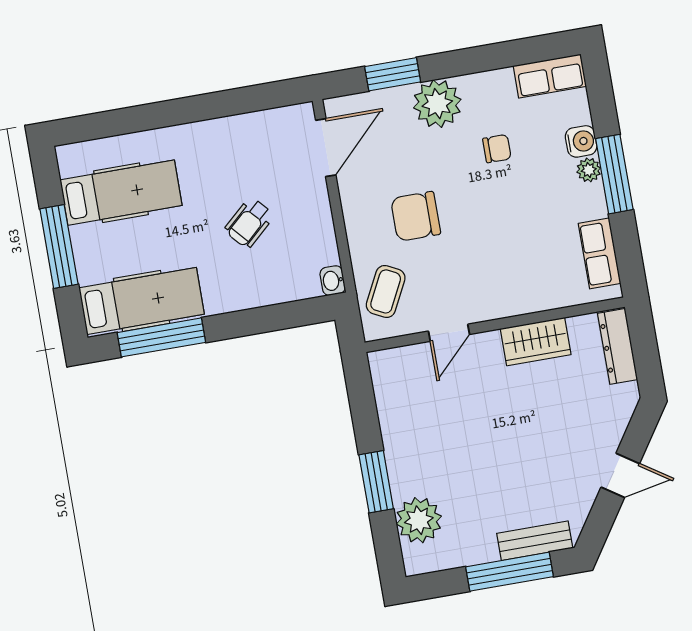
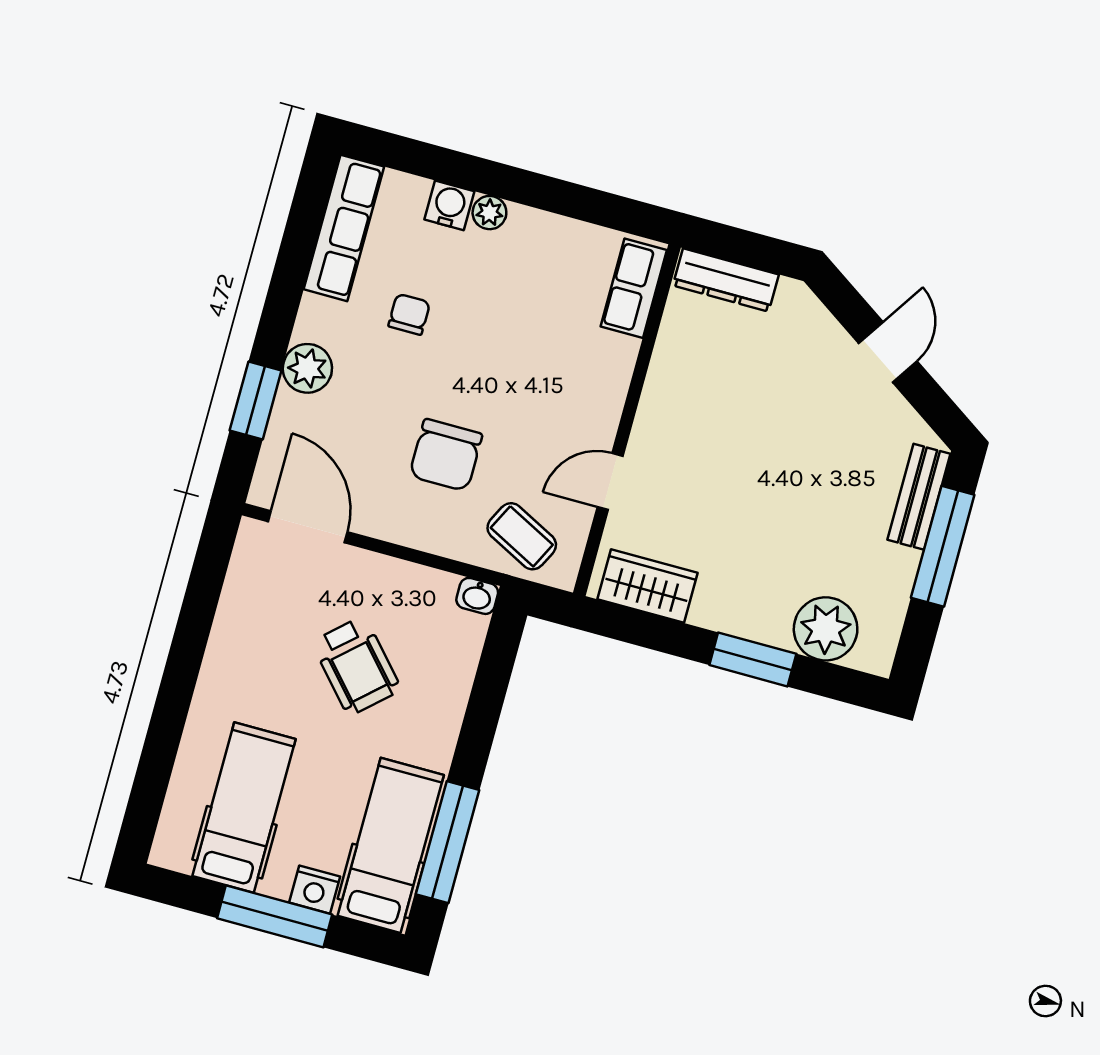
row of seats: (550, 76) -> (344, 228), width x1.48
plant: (437, 104) -> (307, 368), width x0.73, depth x0.73
window: (614, 174) -> (510, 183), removed
wheelchair: (249, 223) -> (356, 666), width x1.36, depth x1.37
row of seats: (600, 253) -> (634, 288), moved, turned 90
nightstand: (89, 265) -> (315, 890), added
door: (449, 333) -> (610, 482), swing flipped
wardrobe: (536, 342) -> (647, 586), moved, turned -90

